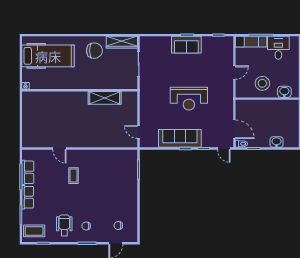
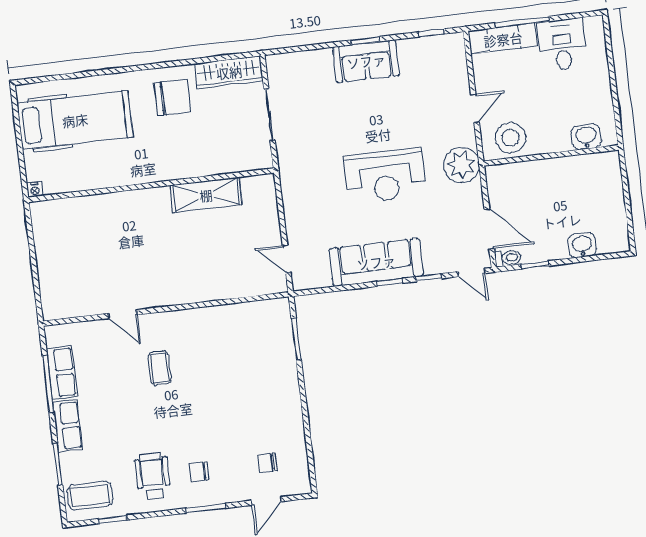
stool: (262, 83) -> (510, 138), moved
plant: (225, 98) -> (462, 165), added

